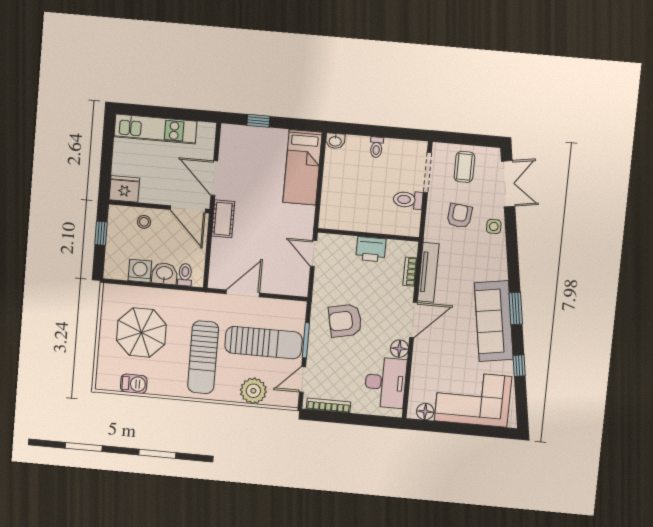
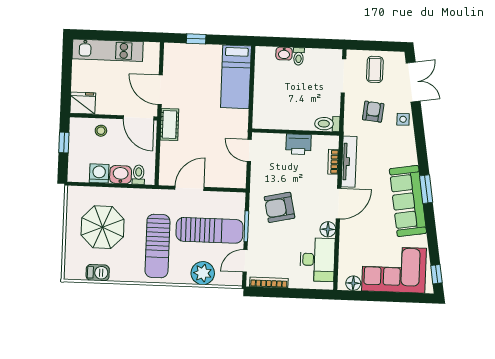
washbasin: (335, 141) -> (284, 54), moved
toilet: (408, 200) -> (327, 124), moved
window: (519, 366) -> (436, 274), moved

